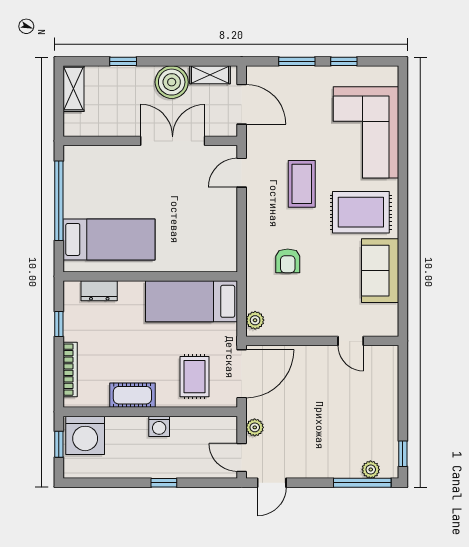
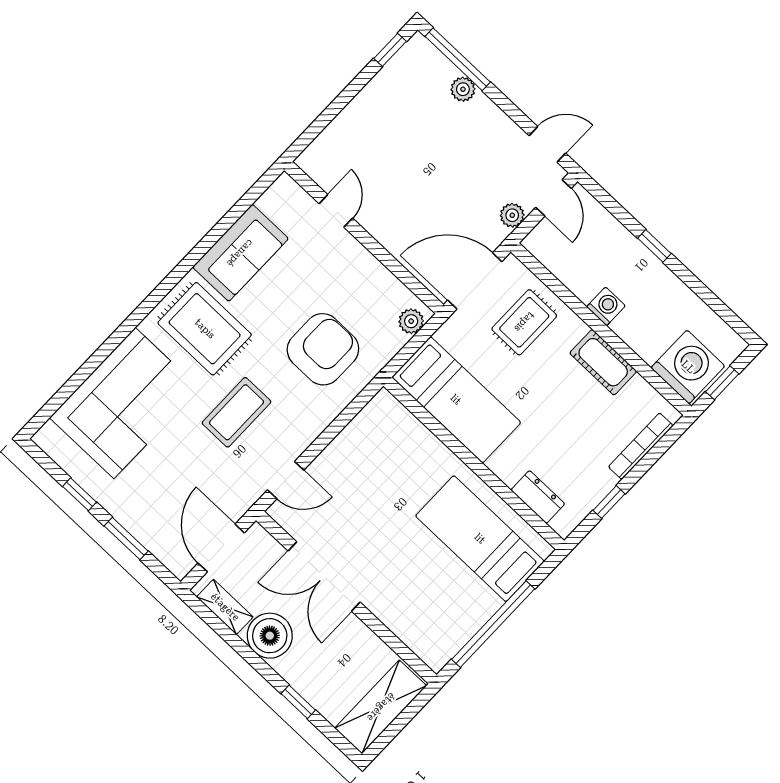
shelving: (73, 89) -> (381, 707), width x1.50, depth x1.33
armchair: (288, 261) -> (323, 349), width x1.88, depth x1.88
plant: (371, 470) -> (463, 89), moved

